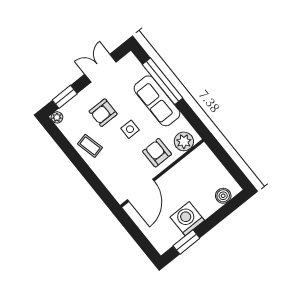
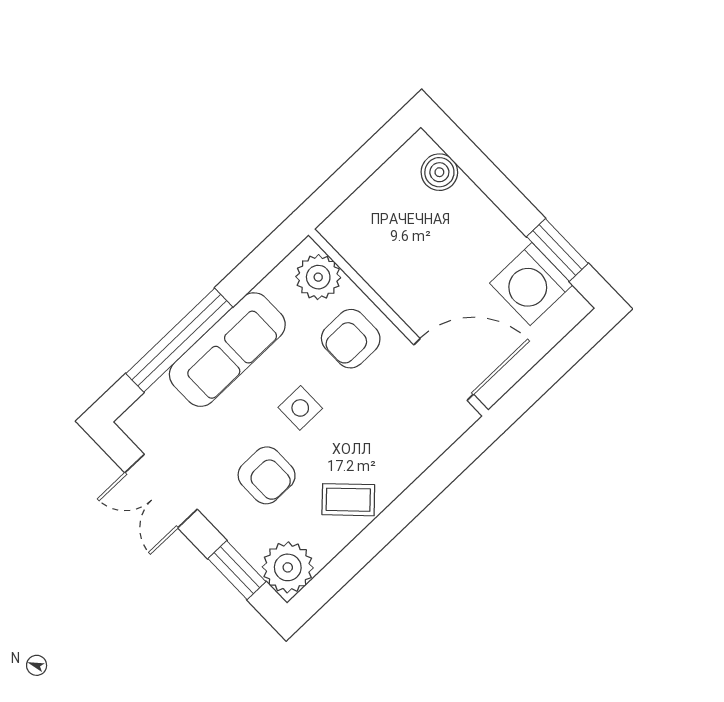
plant: (57, 117) -> (288, 567), width x1.88, depth x1.88
coffee table: (90, 146) -> (348, 500), turned 58
washing machine: (187, 219) -> (531, 284), moved

